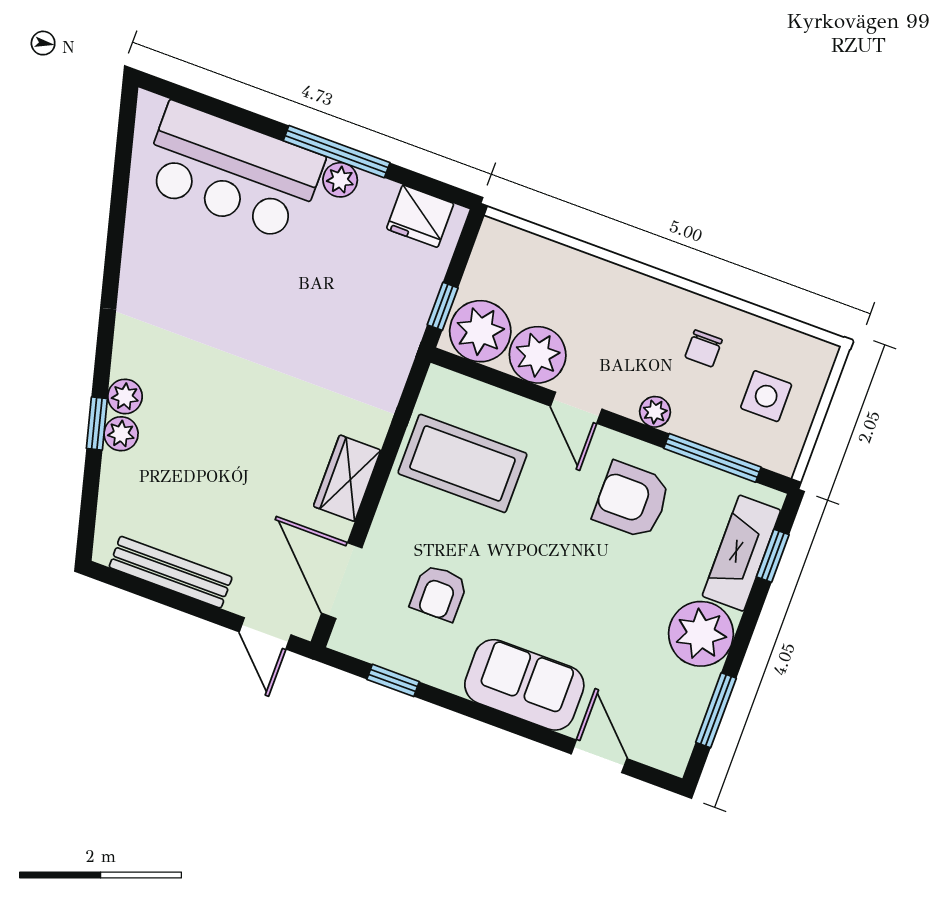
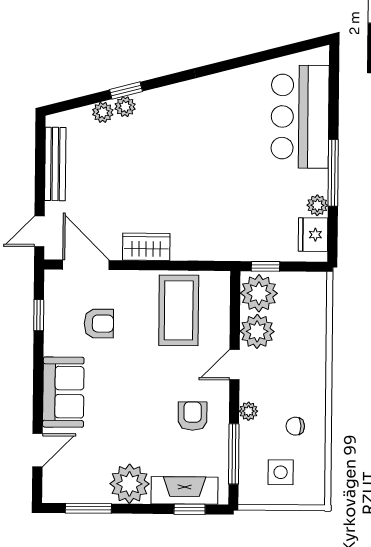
plant: (340, 180) -> (317, 205), moved
plant: (125, 396) -> (103, 112), moved
armchair: (632, 500) -> (193, 416), width x0.72, depth x0.72
door: (342, 581) -> (86, 265), hinge flipped
armchair: (439, 593) -> (99, 324), turned 180

